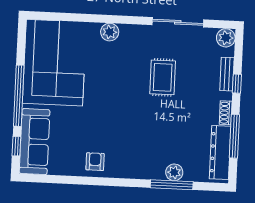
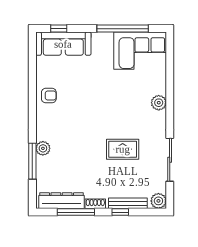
corner sofa: (54, 63) -> (140, 51), width x0.73, depth x0.74
bench: (227, 74) -> (128, 203), width x1.36
window: (19, 96) -> (123, 29), moved
plant: (174, 172) -> (43, 148), moved

